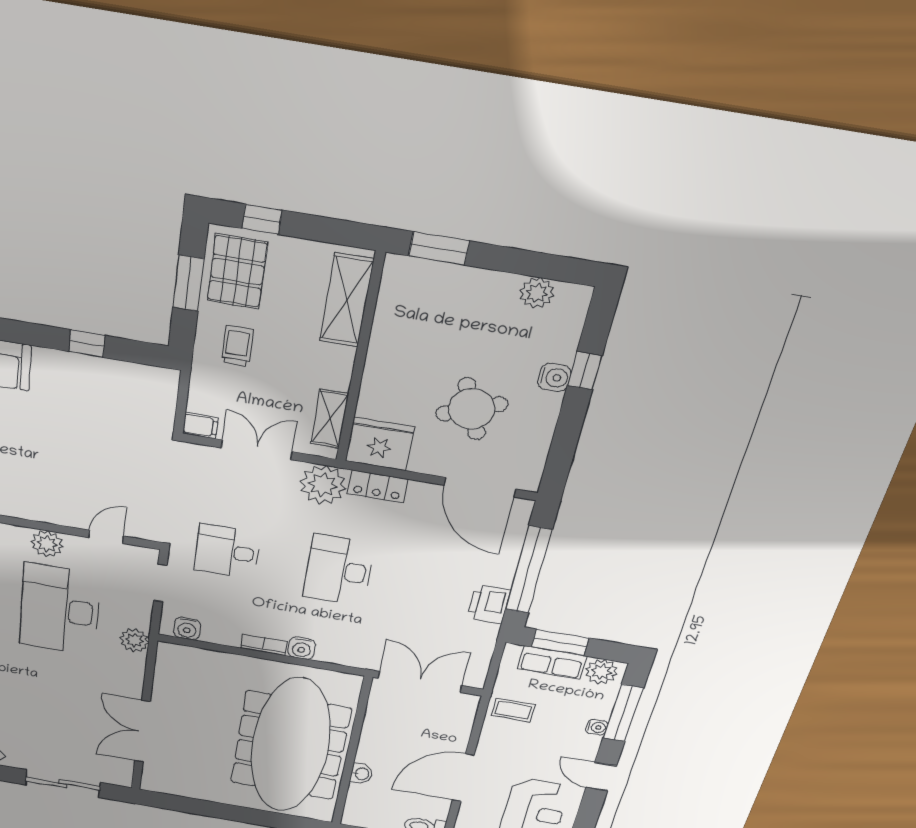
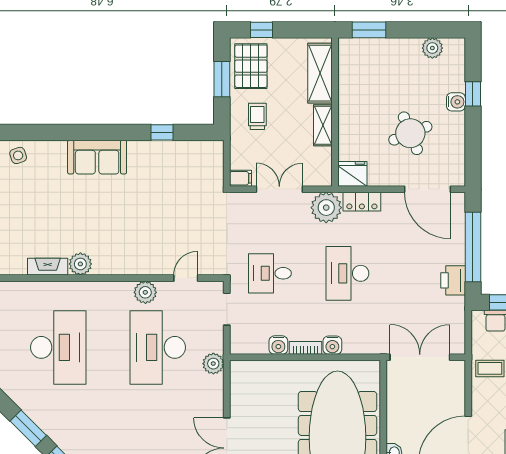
shelving: (330, 419) -> (323, 125), moved
fridge: (380, 444) -> (352, 174), width x0.73, depth x0.75
water cooler: (187, 629) -> (278, 345), moved

